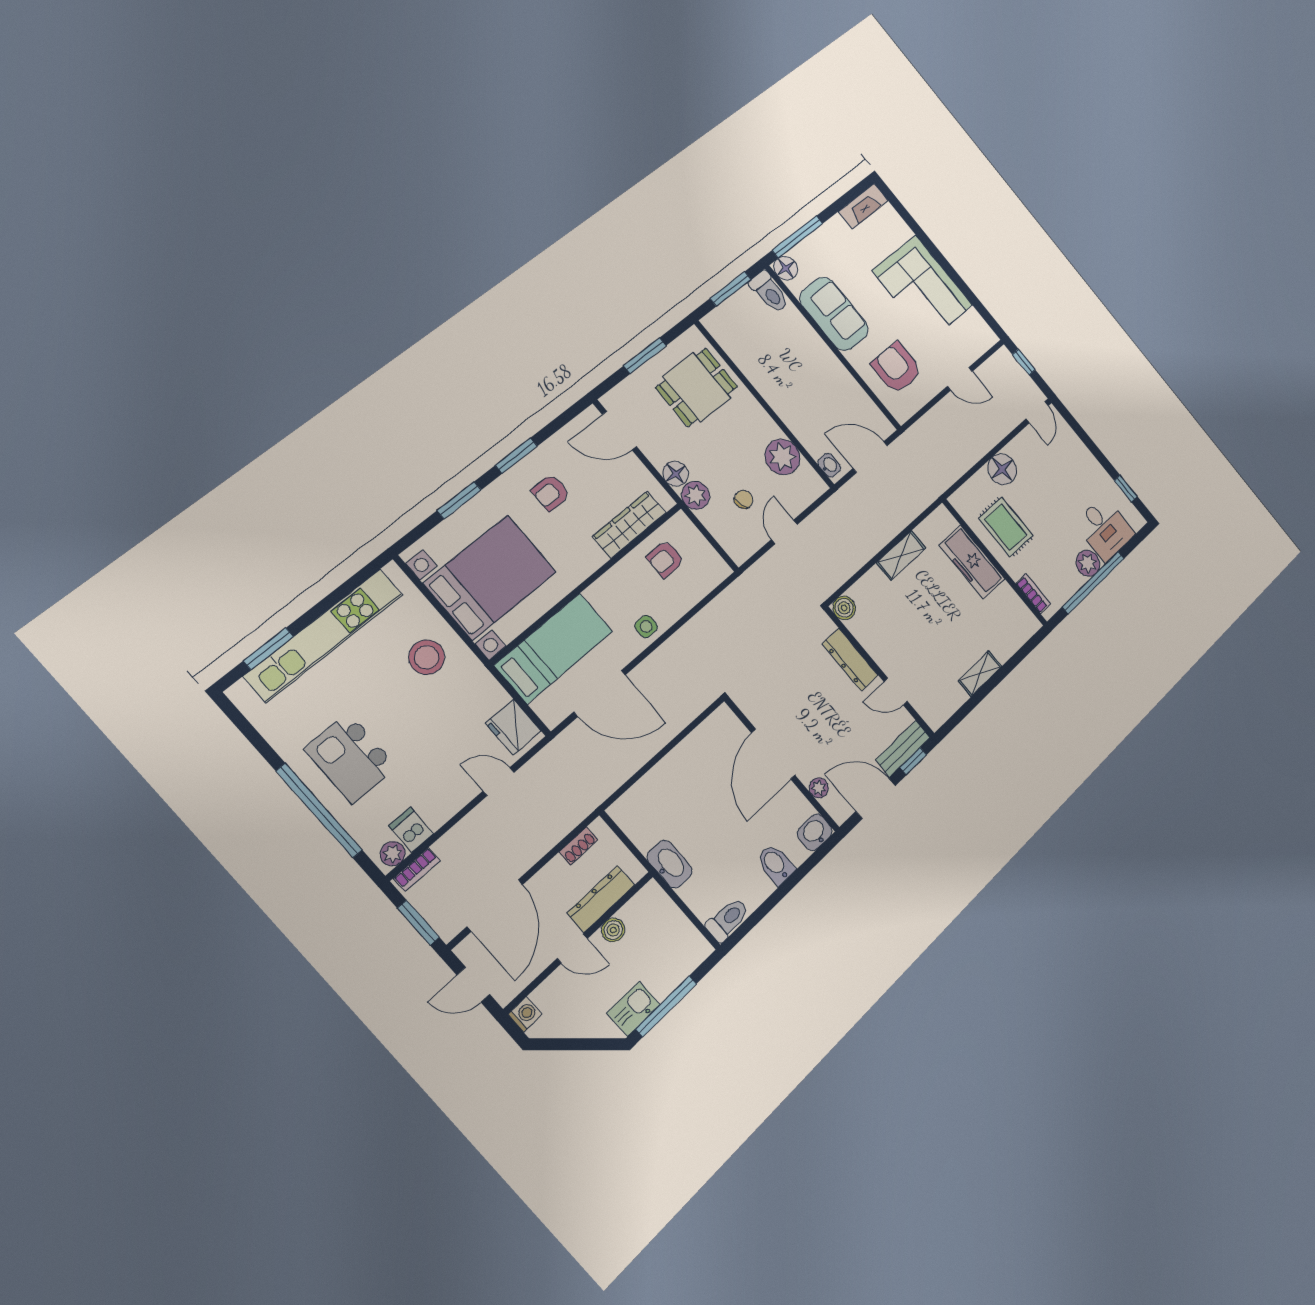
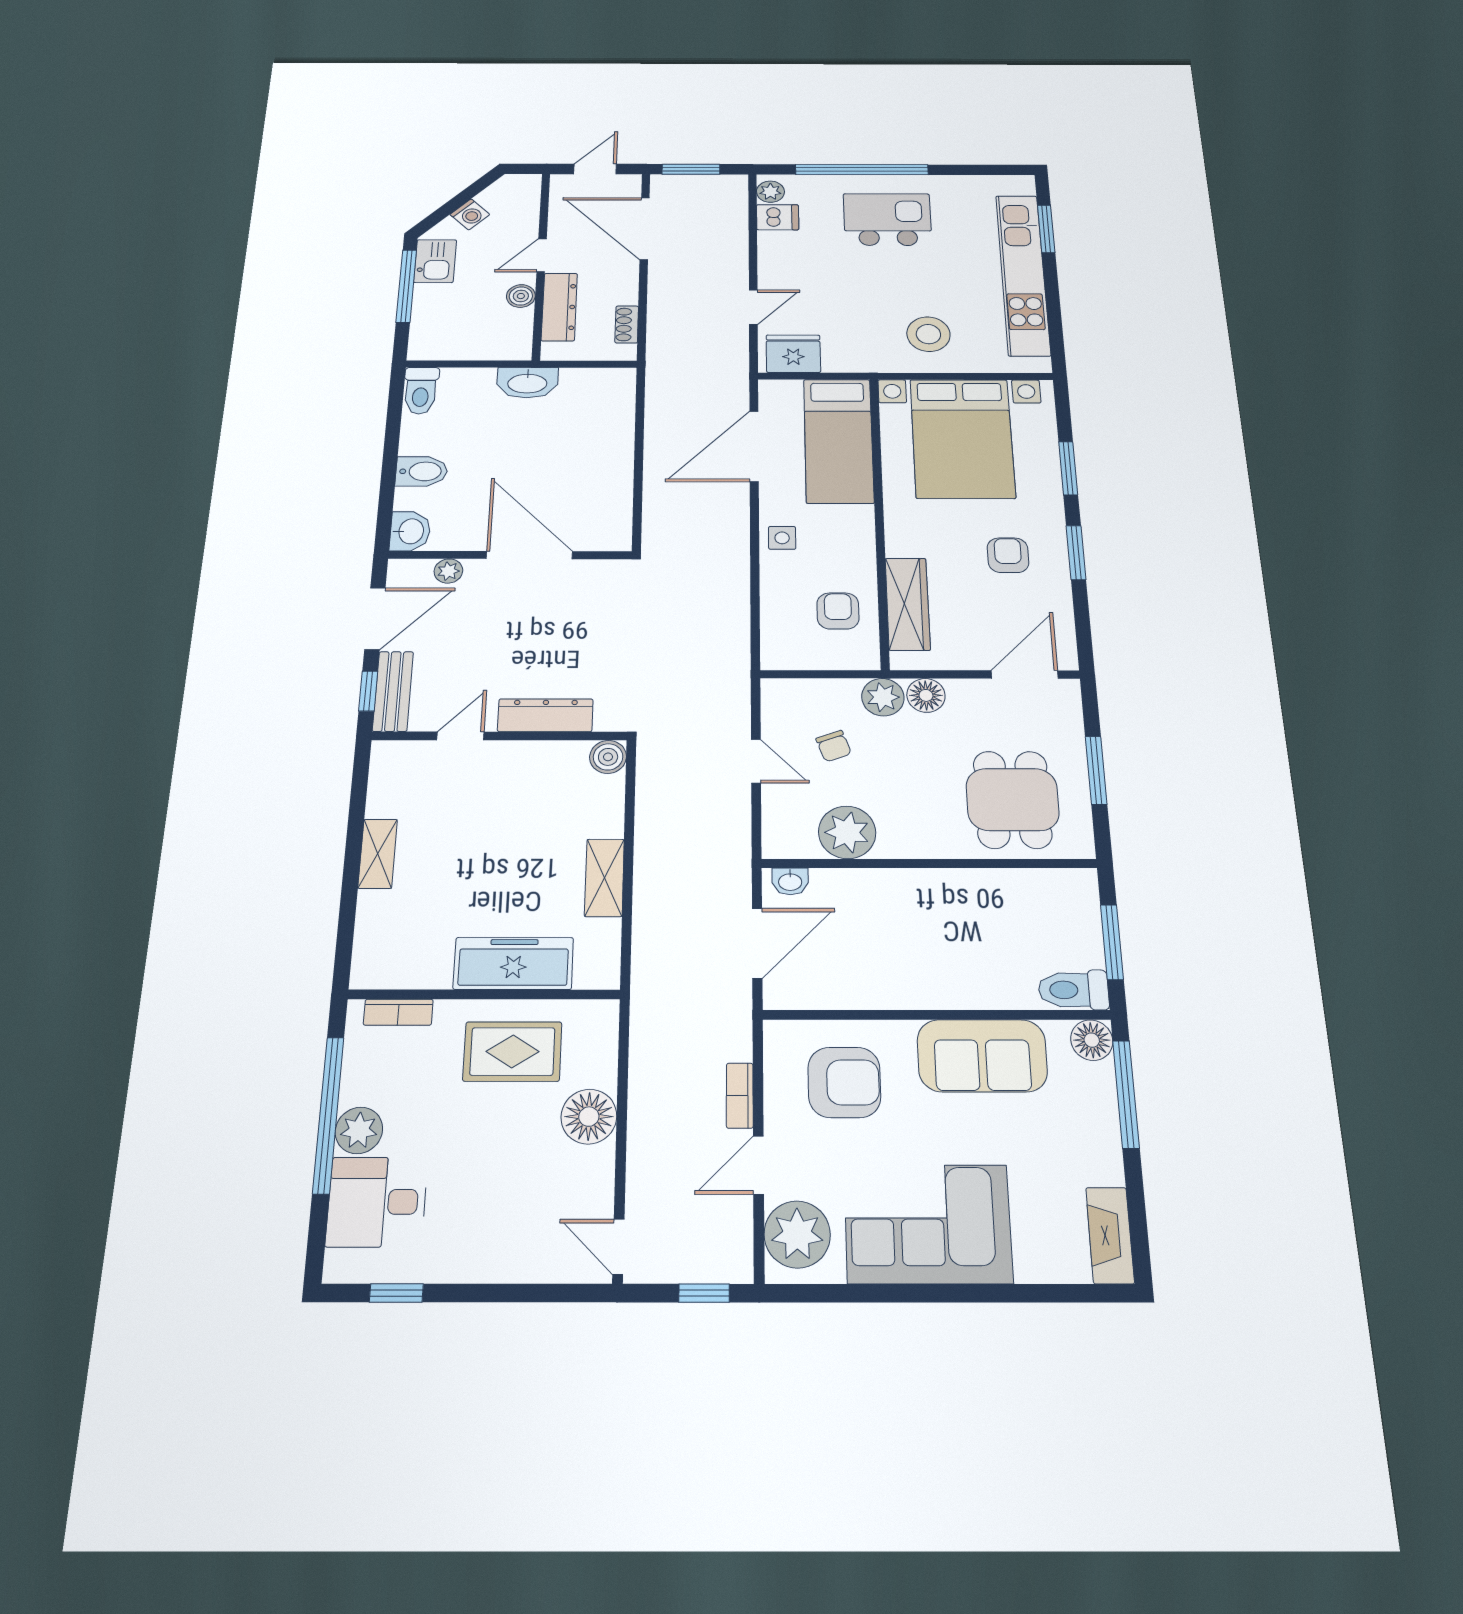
plant: (972, 341) -> (797, 1234), added
bookcase: (417, 869) -> (740, 1096), moved
washing machine: (525, 1014) -> (470, 214), moved, turned -45

